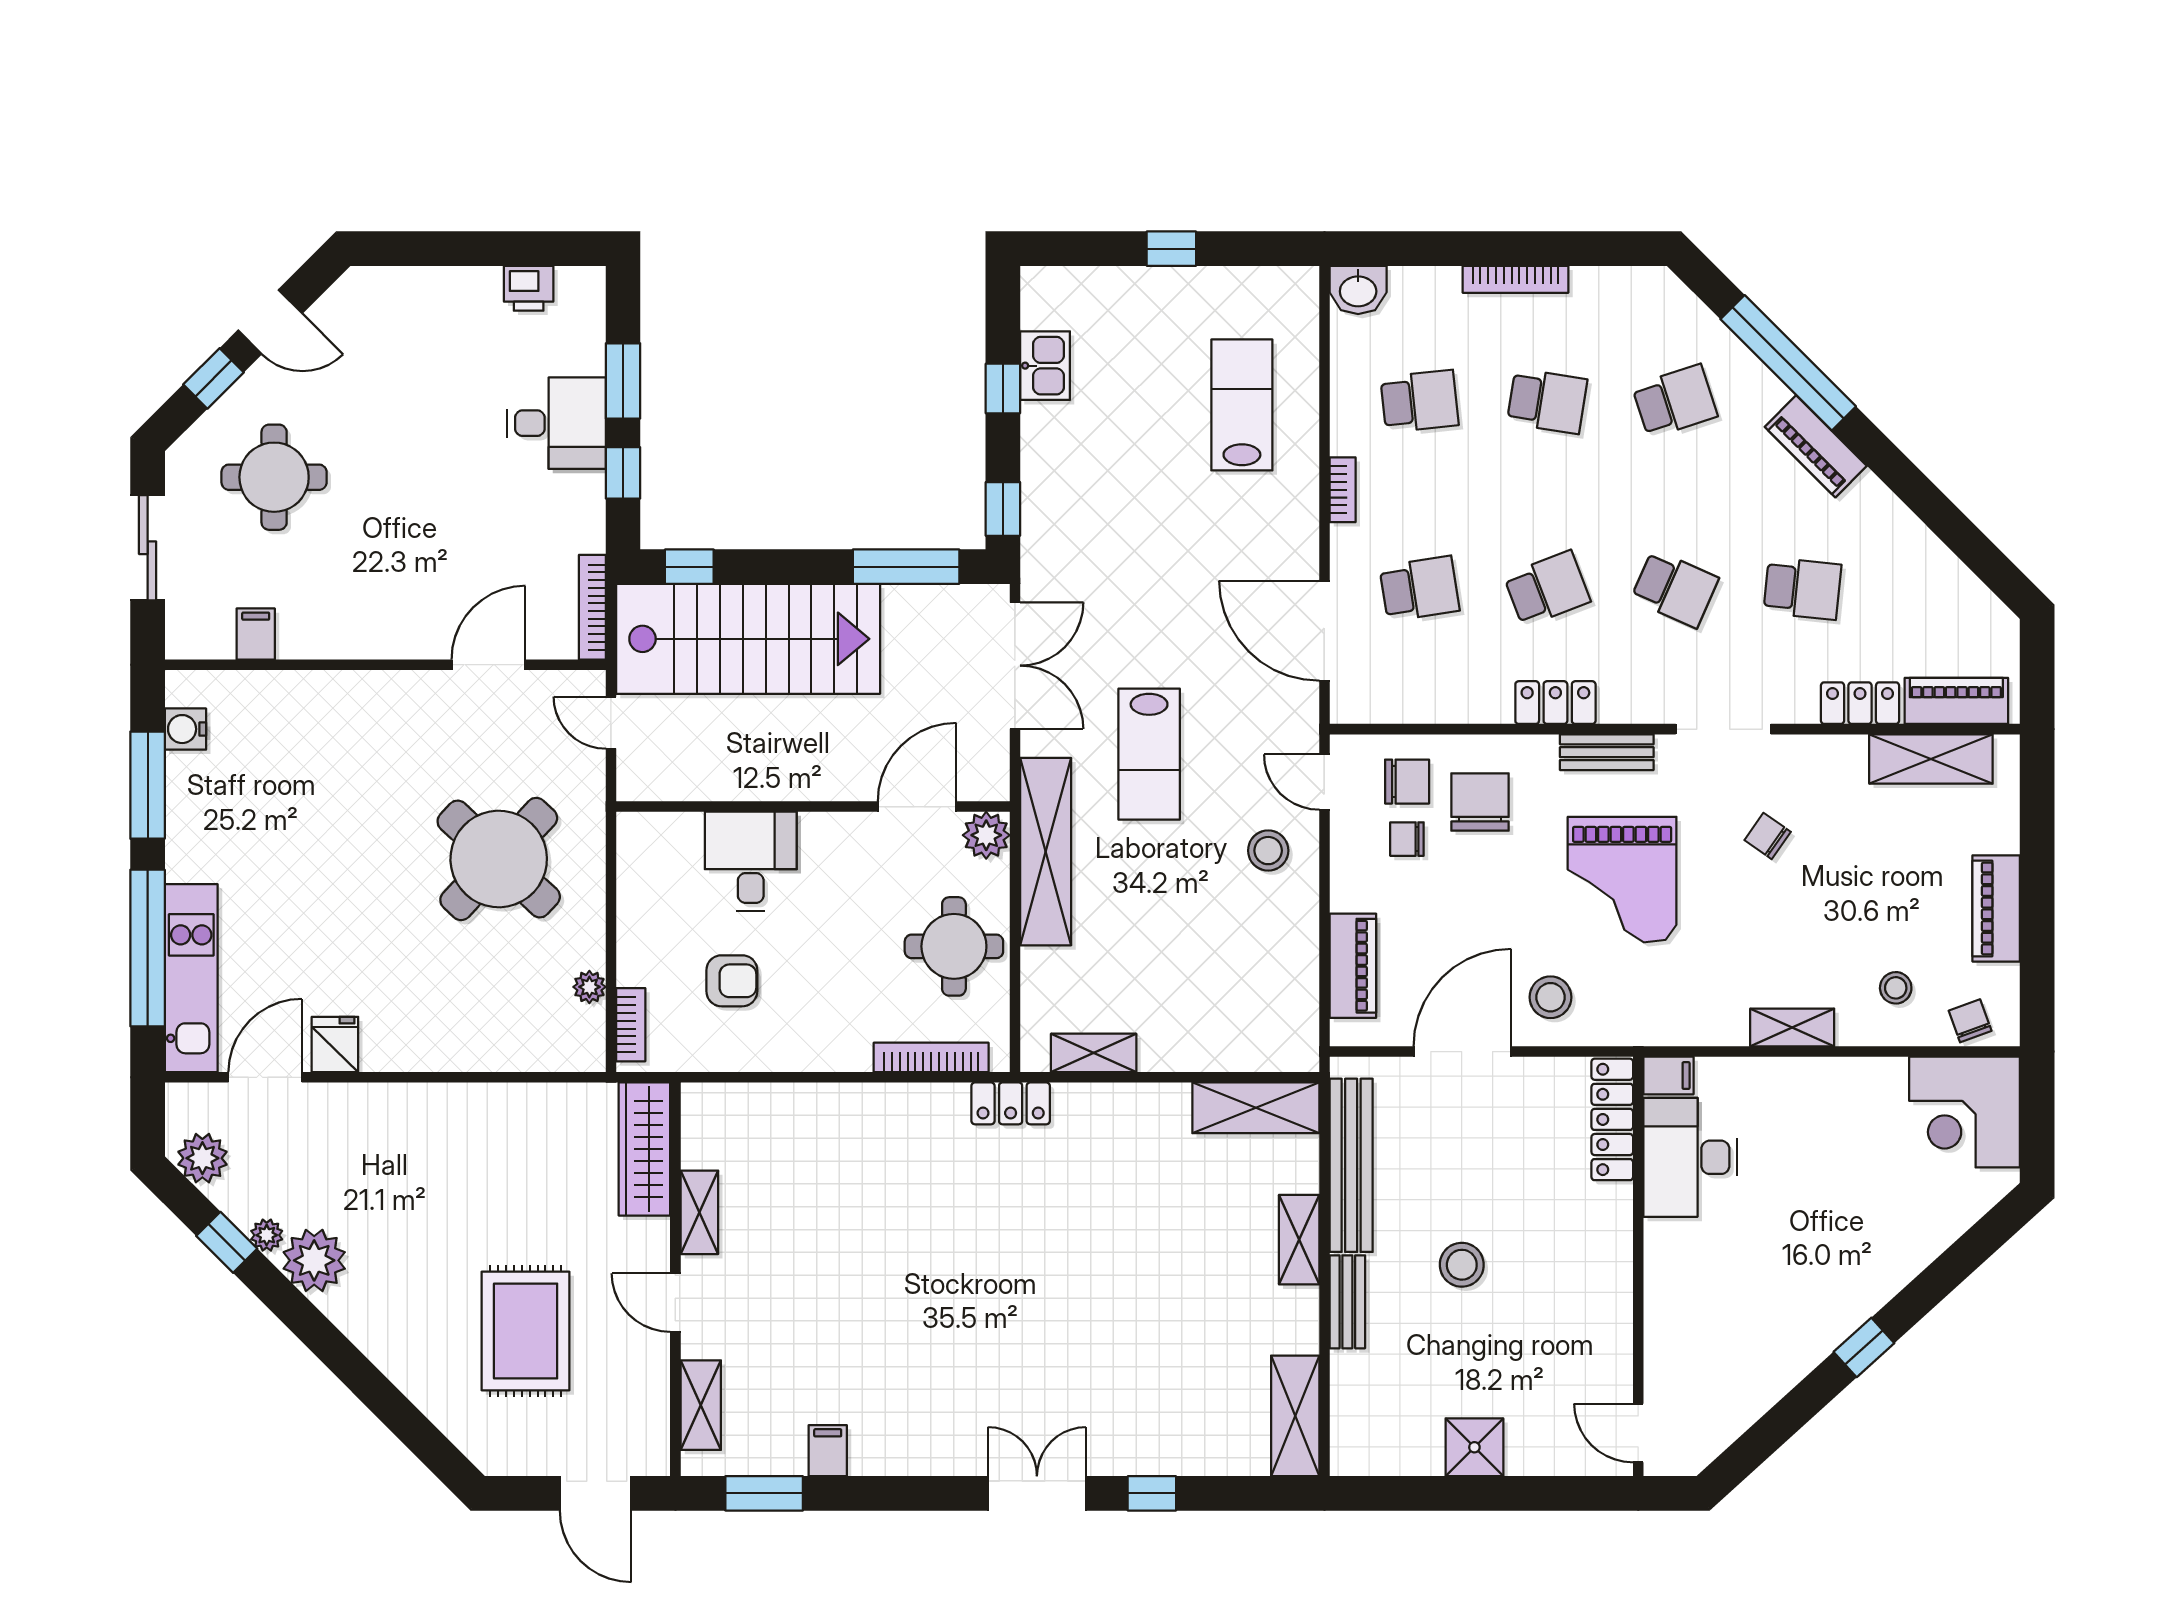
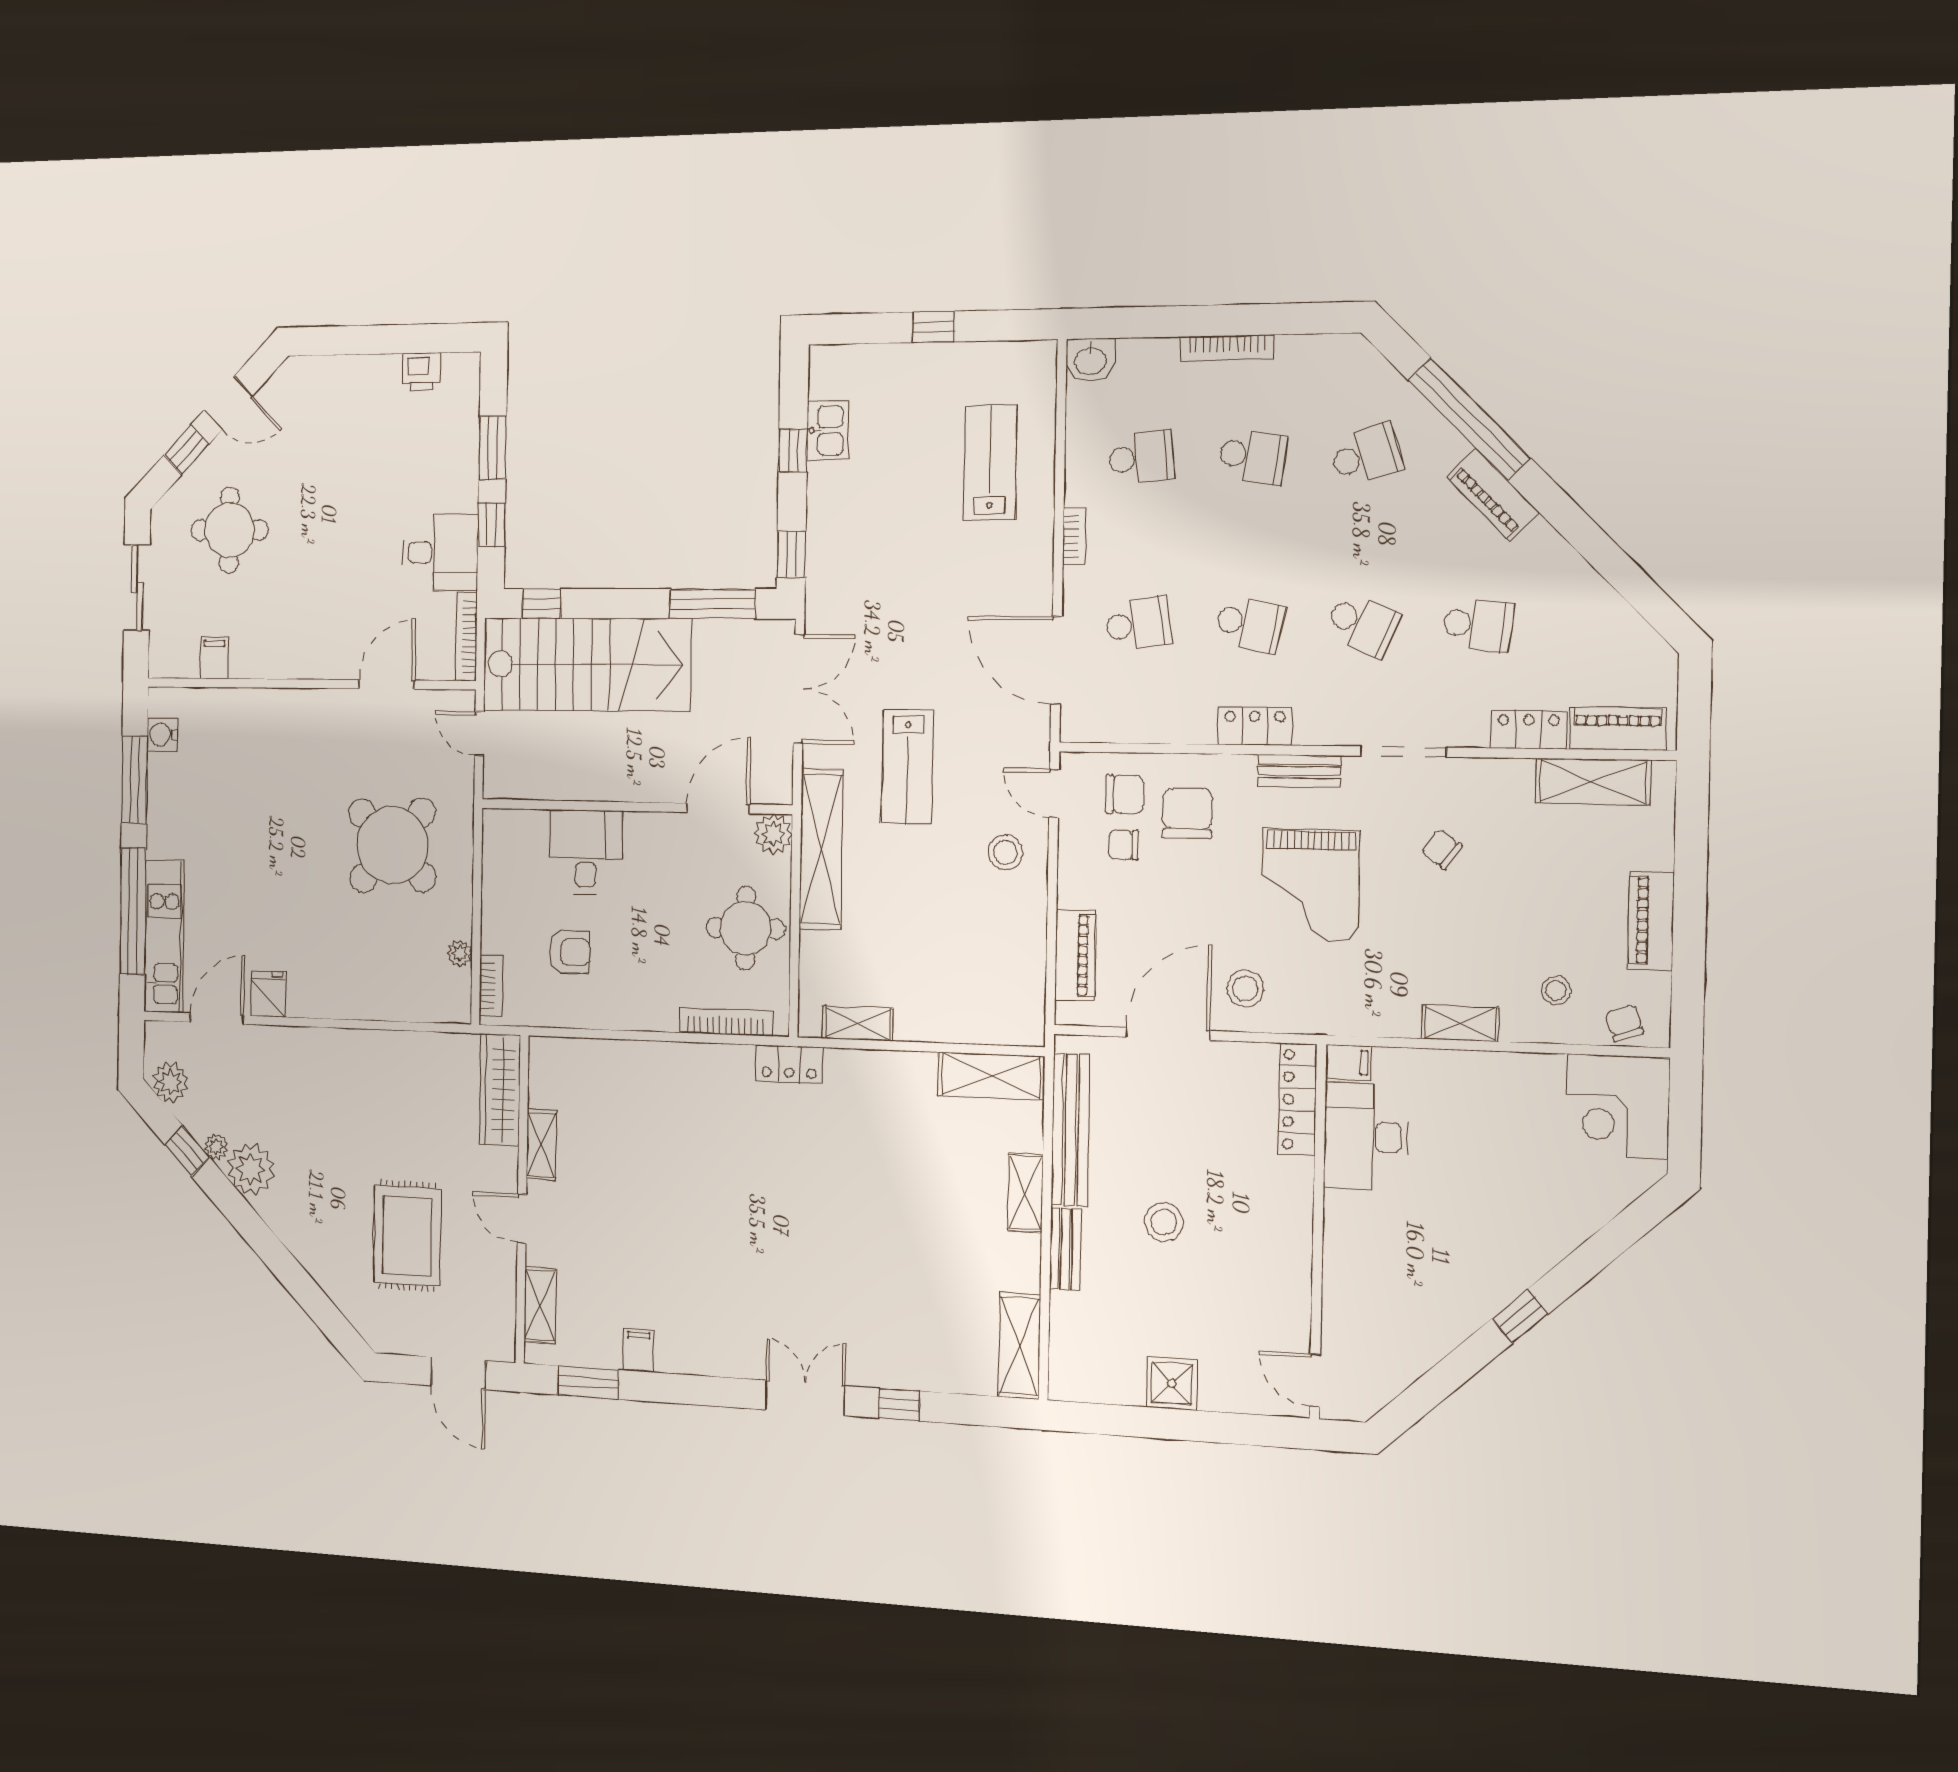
desk: (556, 423) -> (440, 553), moved
school desk: (1547, 589) -> (1249, 624), turned 33

